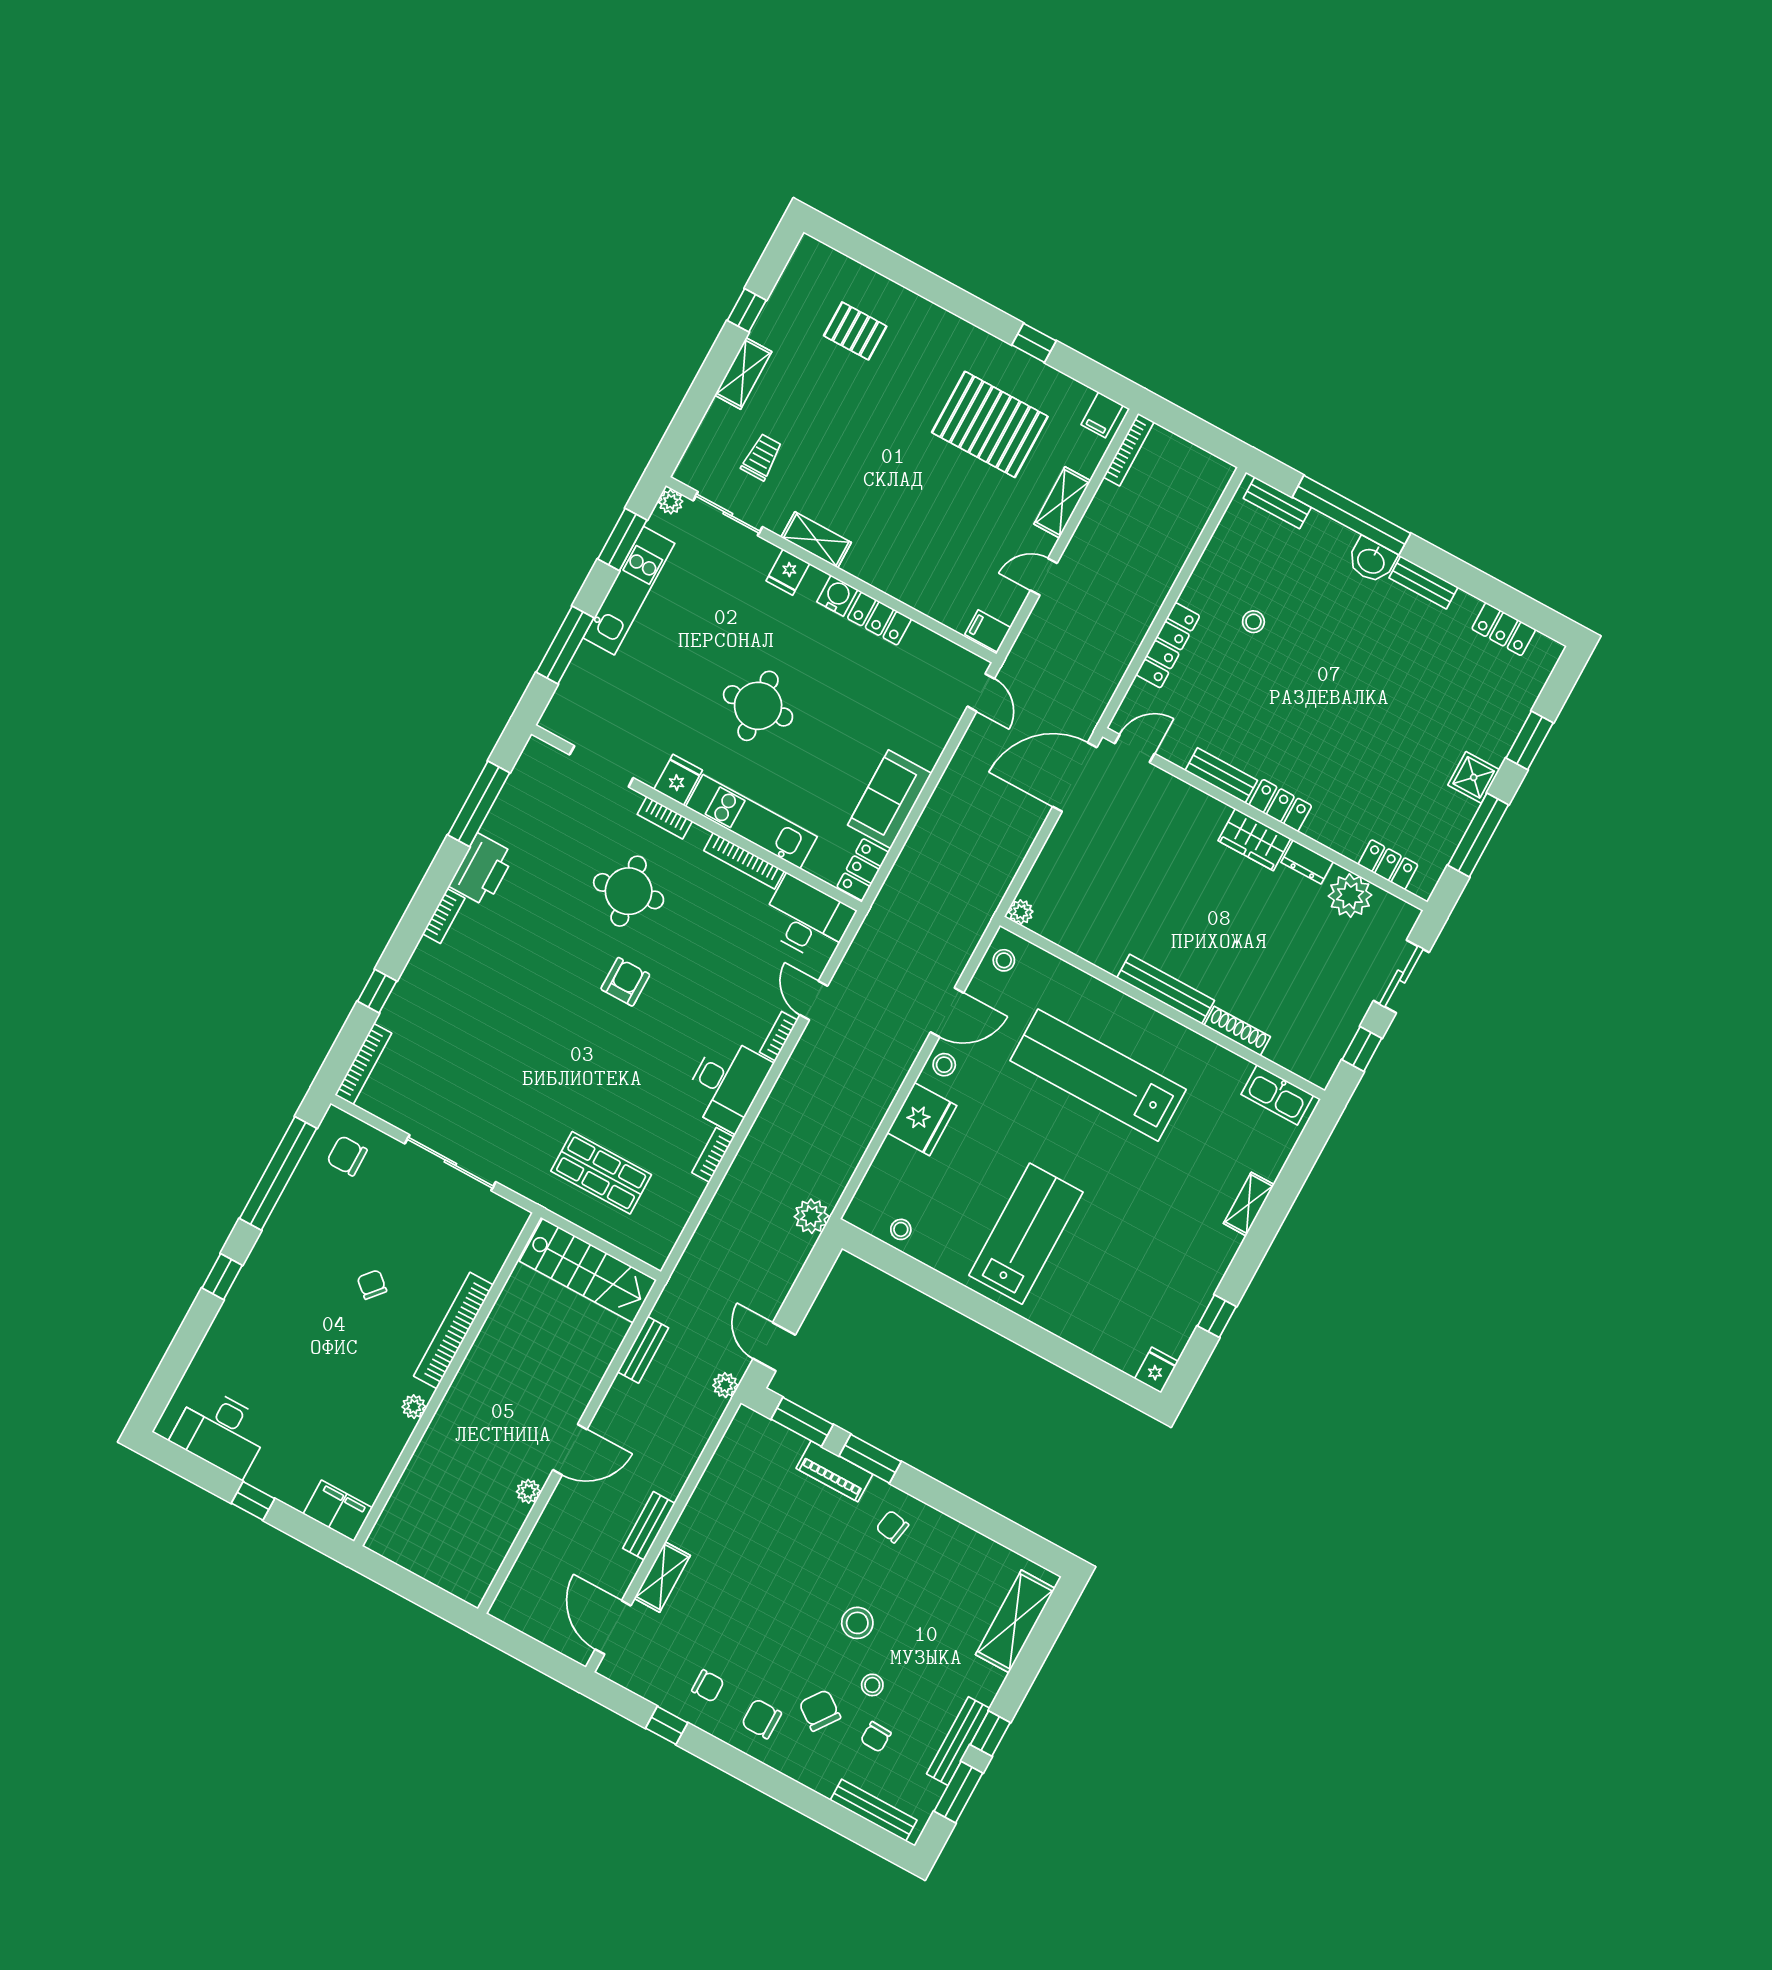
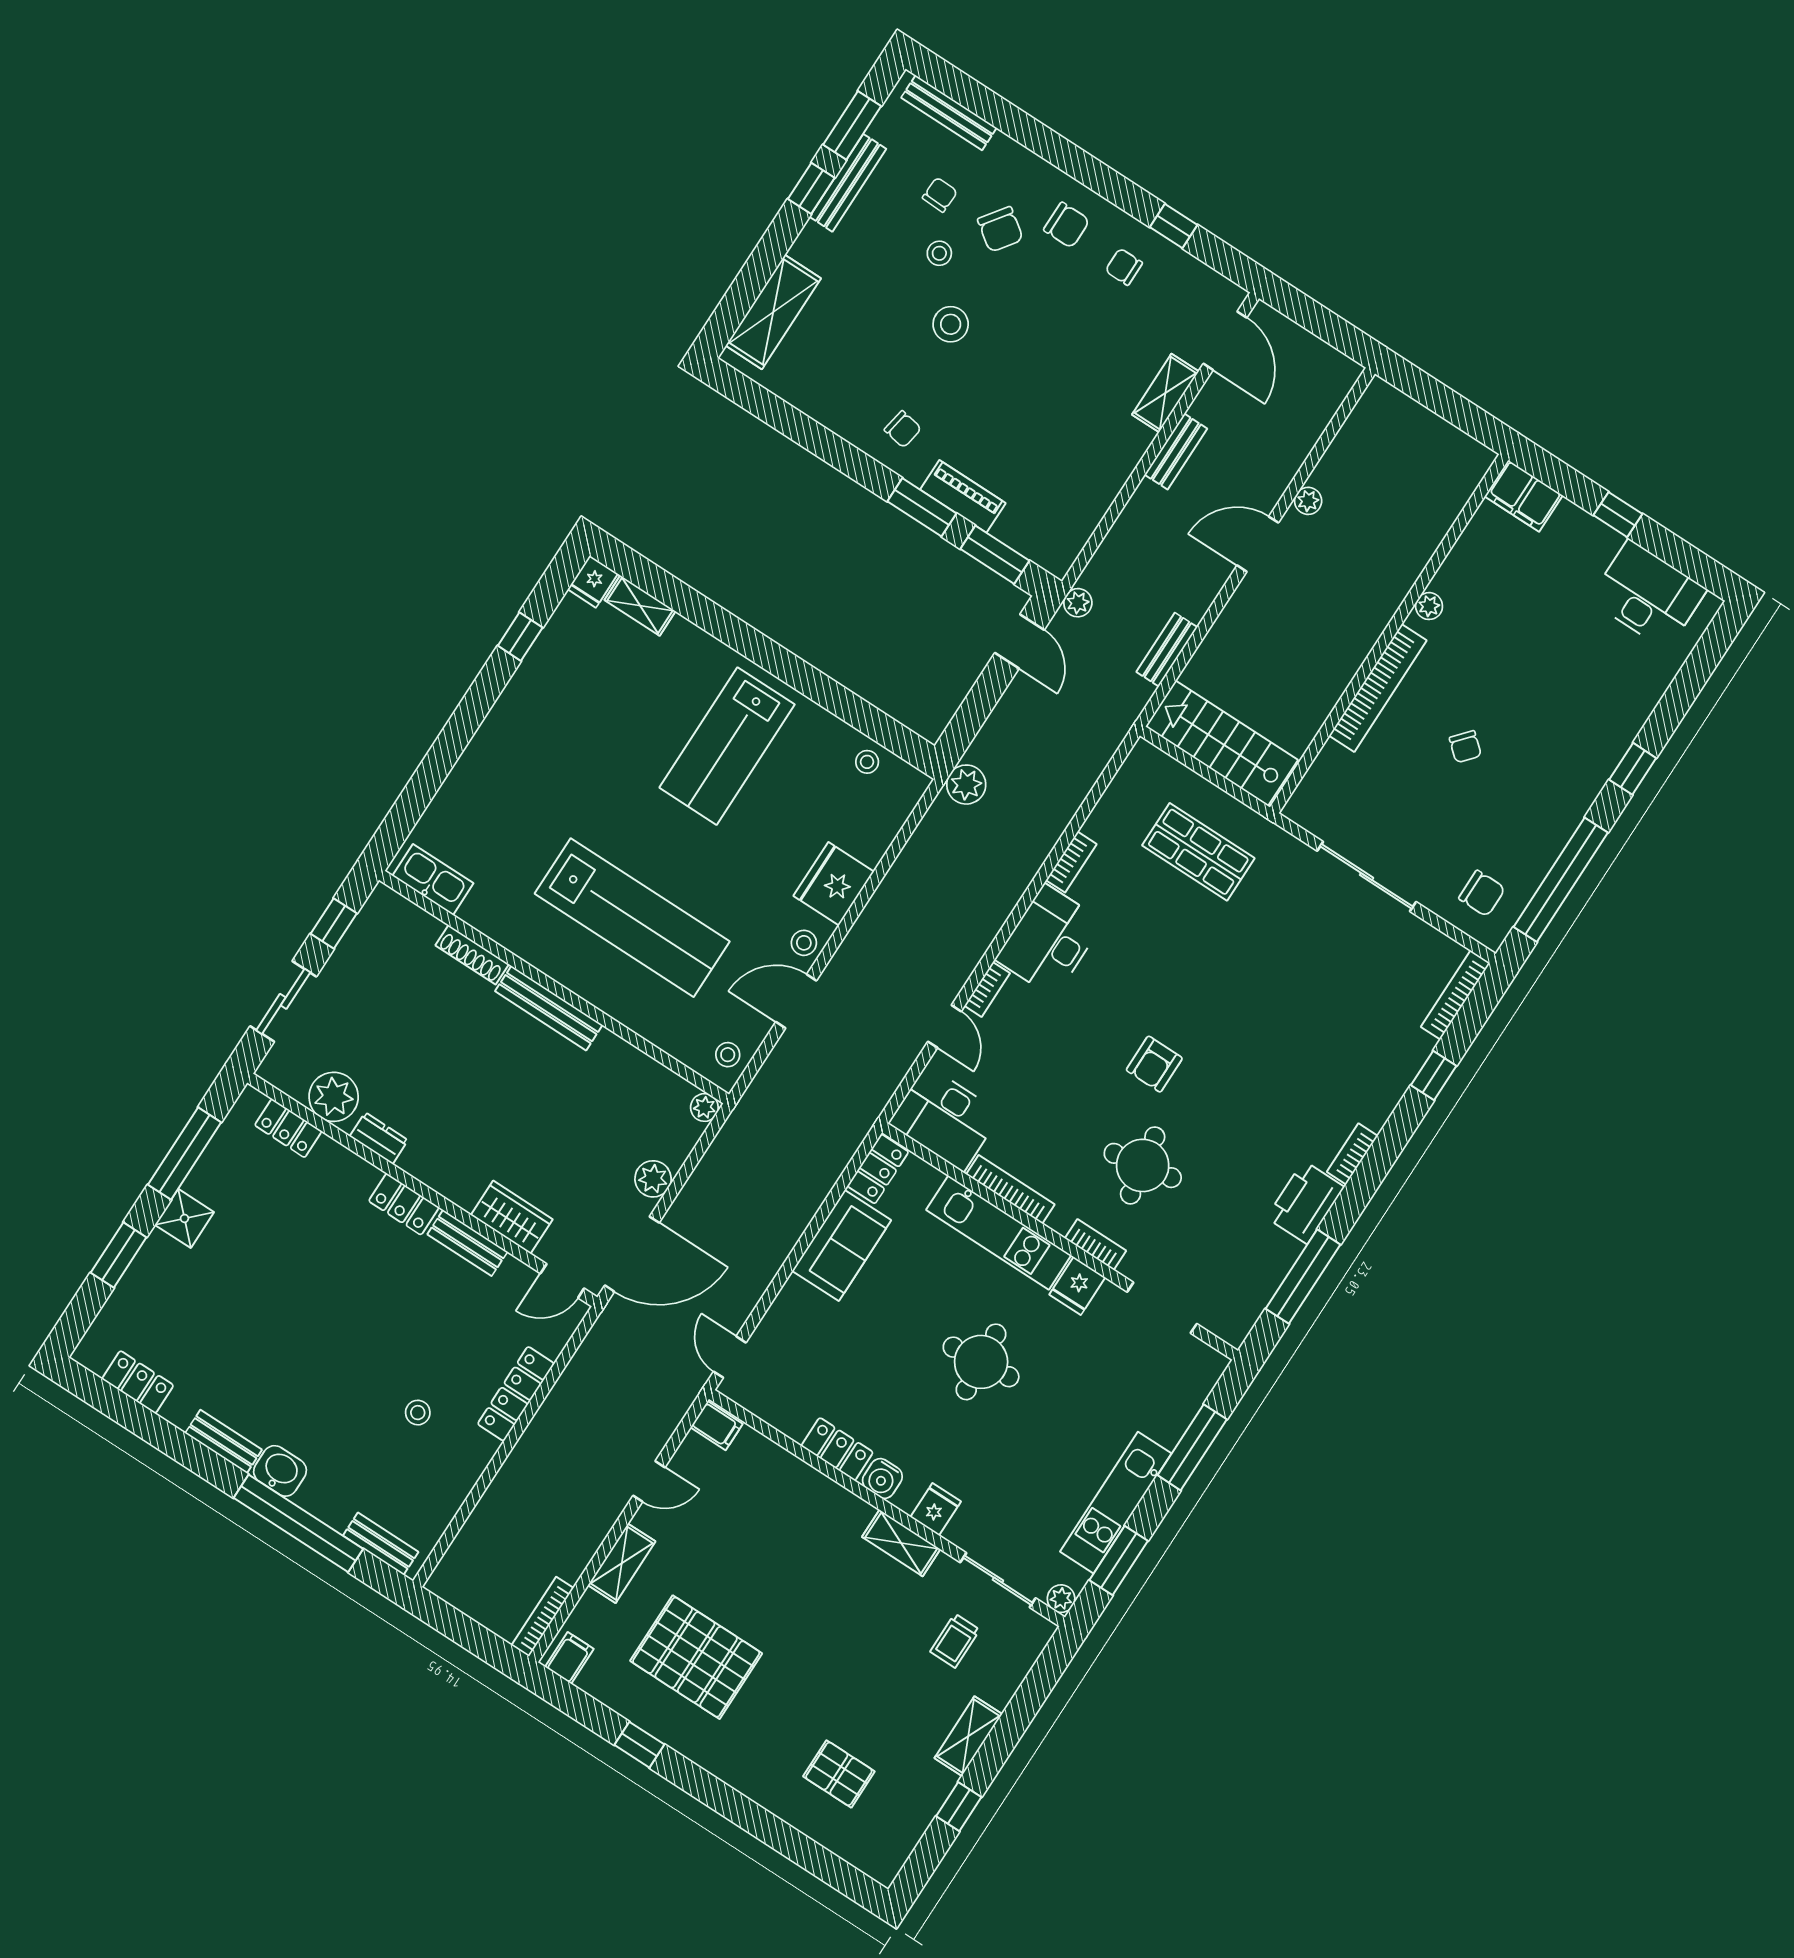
wardrobe: (1254, 840) -> (512, 1217), moved
plant: (1061, 845) -> (653, 1179), added
shelving: (1249, 1204) -> (640, 606), moved, turned 90

